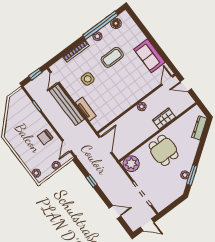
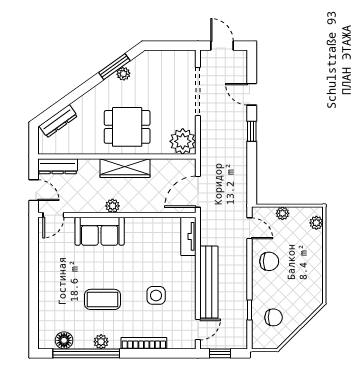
sofa: (150, 56) -> (100, 231), moved, turned 90
dresser: (183, 106) -> (58, 166), added
tv unit: (86, 109) -> (188, 236), moved
chair: (22, 111) -> (274, 317), added
wardrobe: (164, 119) -> (125, 168), moved, width x1.50
door: (67, 146) -> (249, 228), hinge flipped
dining table: (164, 150) -> (127, 127), turned 90
window: (91, 181) -> (252, 131), moved

